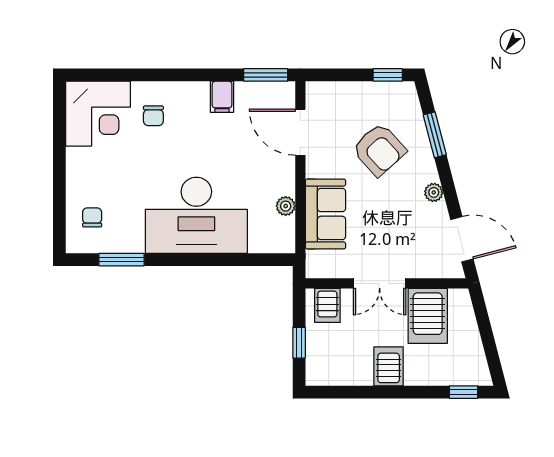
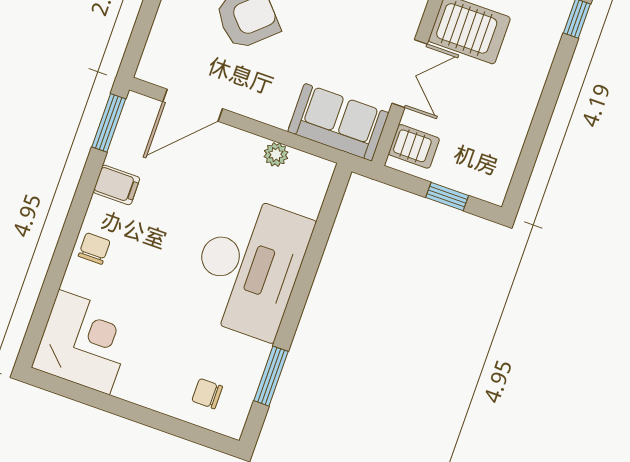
chair: (153, 116) -> (94, 248), moved, turned -90
sofa: (325, 214) -> (338, 122), moved
server rack: (389, 366) -> (514, 98), removed

